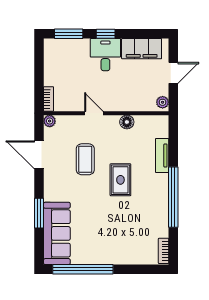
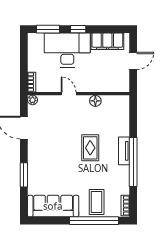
desk: (105, 55) -> (67, 50), width x1.87, depth x1.30
plant: (163, 102) -> (124, 85), removed
tv unit: (162, 155) -> (124, 151), moved
coffee table: (85, 159) -> (97, 202), moved
sofa: (57, 233) -> (53, 206), moved, turned -90
window: (83, 269) -> (94, 221), moved

